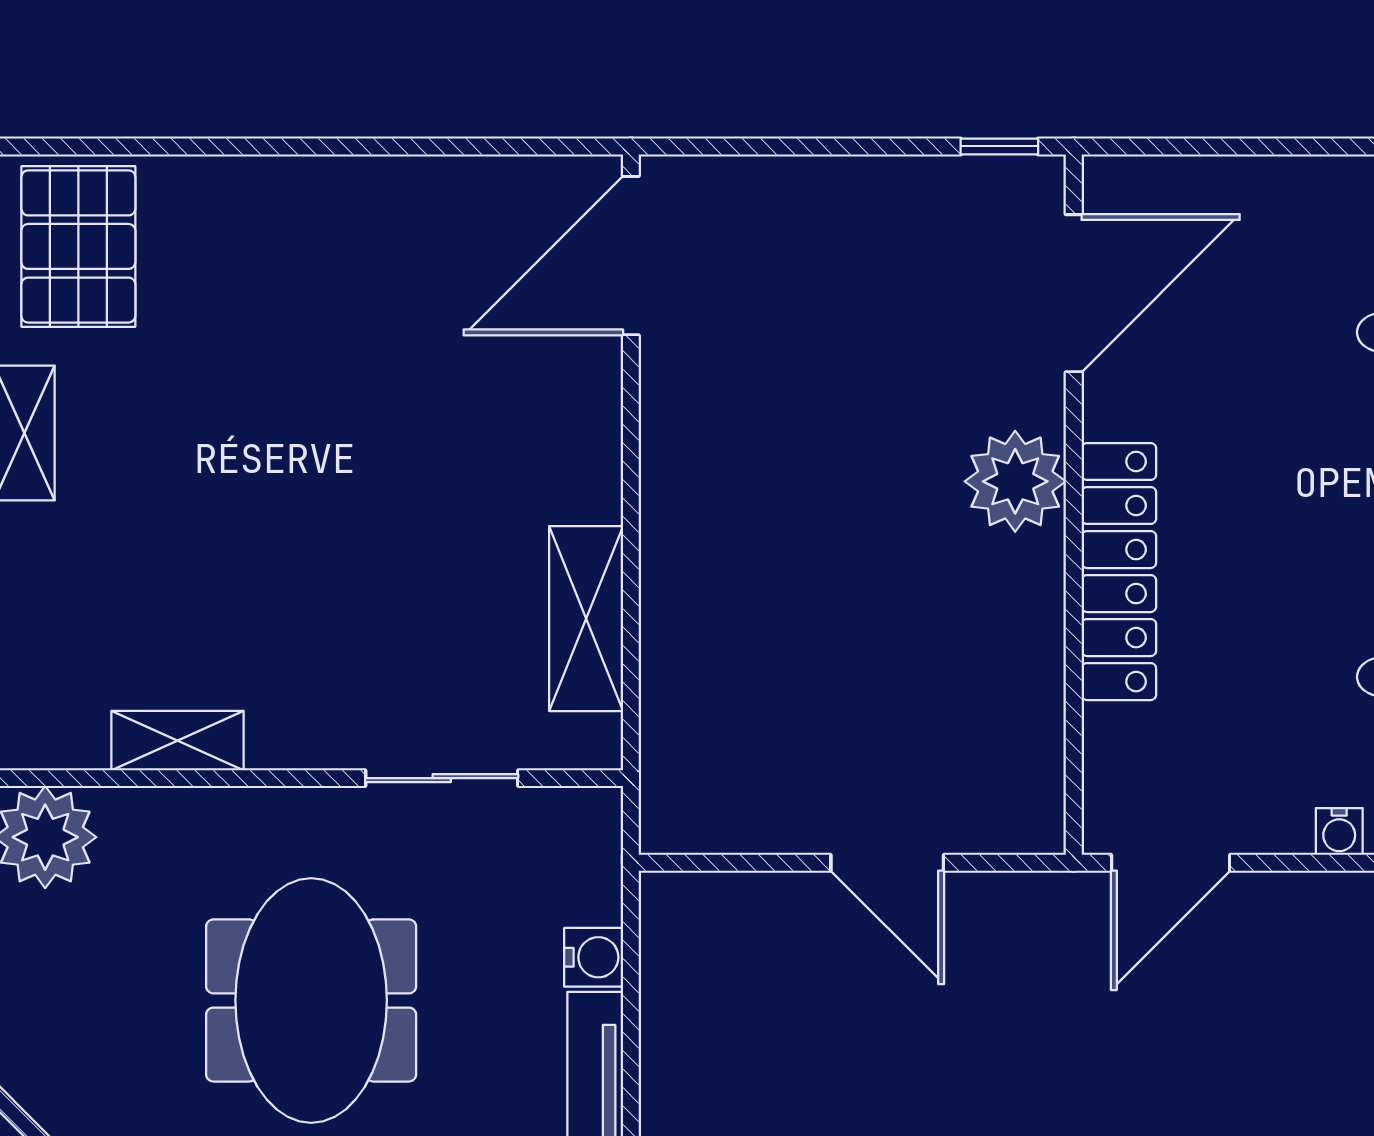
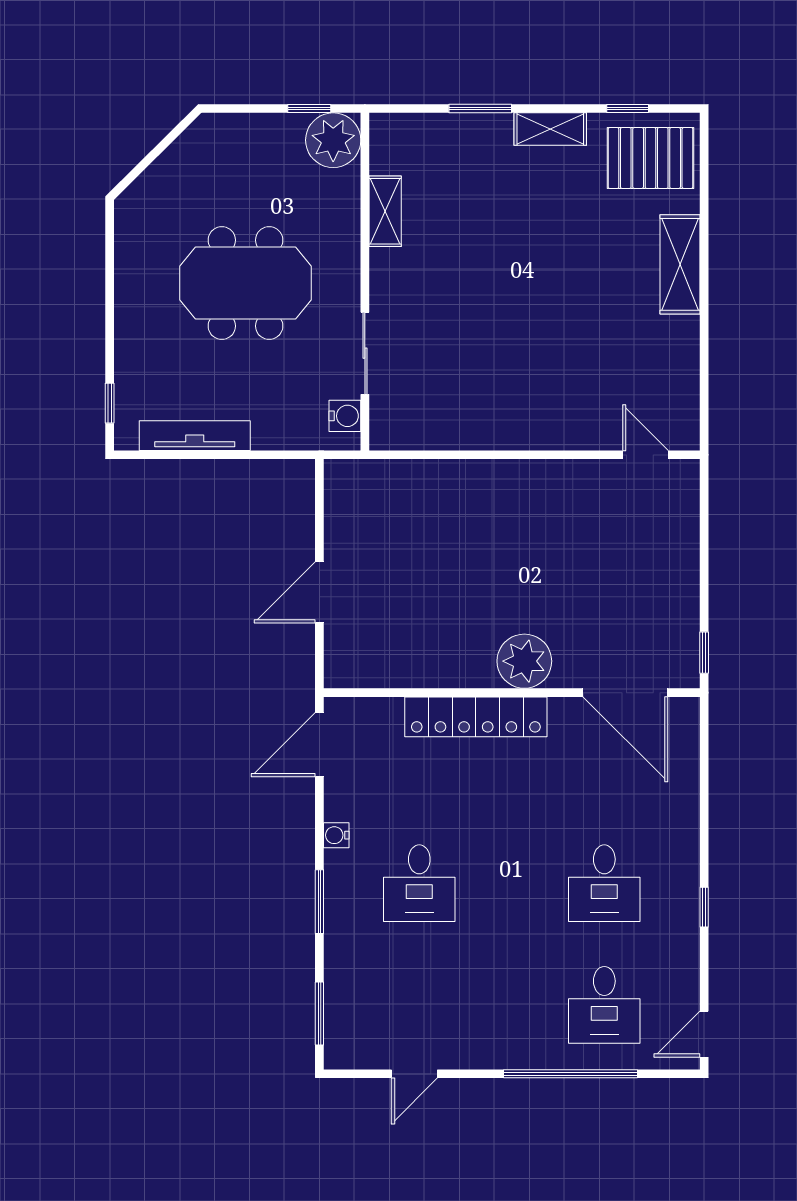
door: (631, 256) -> (646, 455), width x0.53
shelving: (586, 619) -> (680, 264), moved, turned 90
door: (1171, 863) -> (319, 745), hinge flipped
water cooler: (594, 957) -> (345, 416), moved, turned -90

